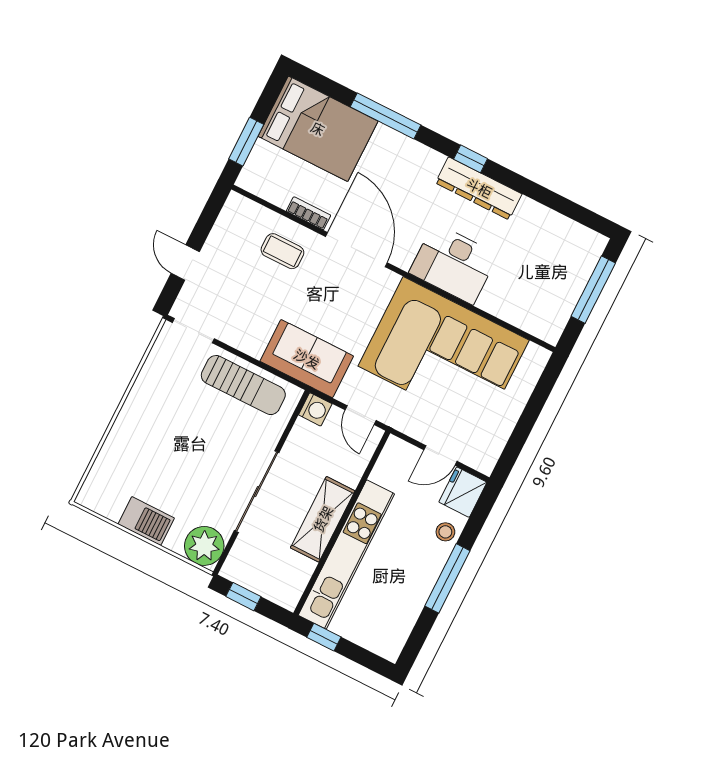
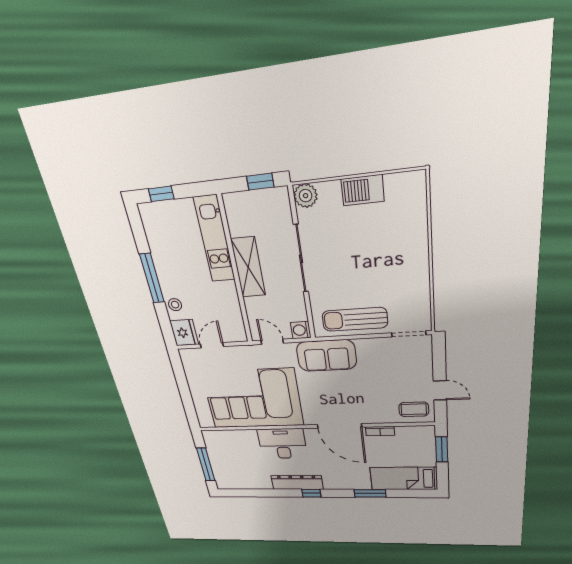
window: (386, 116) -> (370, 493), width x0.69
bed: (318, 129) -> (404, 478), width x0.67
coffee table: (282, 251) -> (414, 409), moved
door: (185, 262) -> (440, 390), moved
plant: (204, 546) -> (306, 196), width x0.73, depth x0.73
kitchen unit: (346, 554) -> (215, 239), width x0.73
window: (324, 637) -> (161, 194), moved

